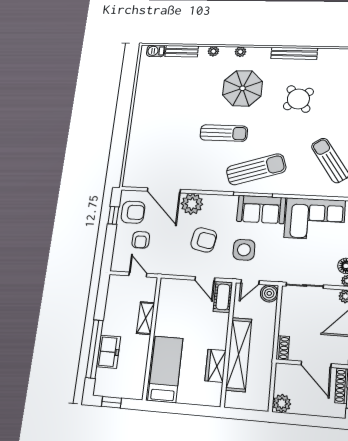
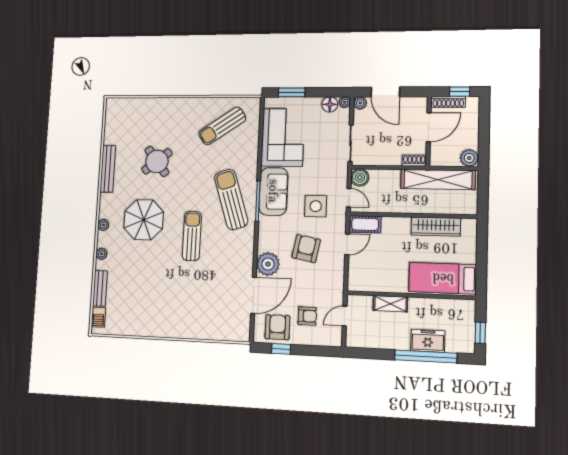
shelving: (239, 354) -> (438, 180), moved
wardrobe: (216, 366) -> (436, 227), width x1.50

